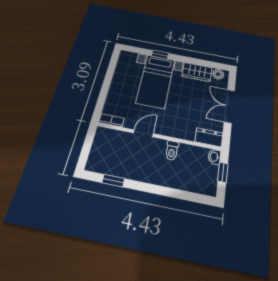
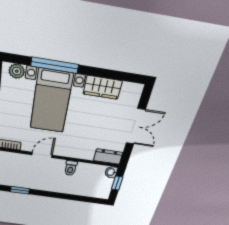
window: (160, 55) -> (55, 65), width x2.17
plant: (218, 74) -> (17, 71), moved
double door: (229, 106) -> (136, 127), swing flipped

